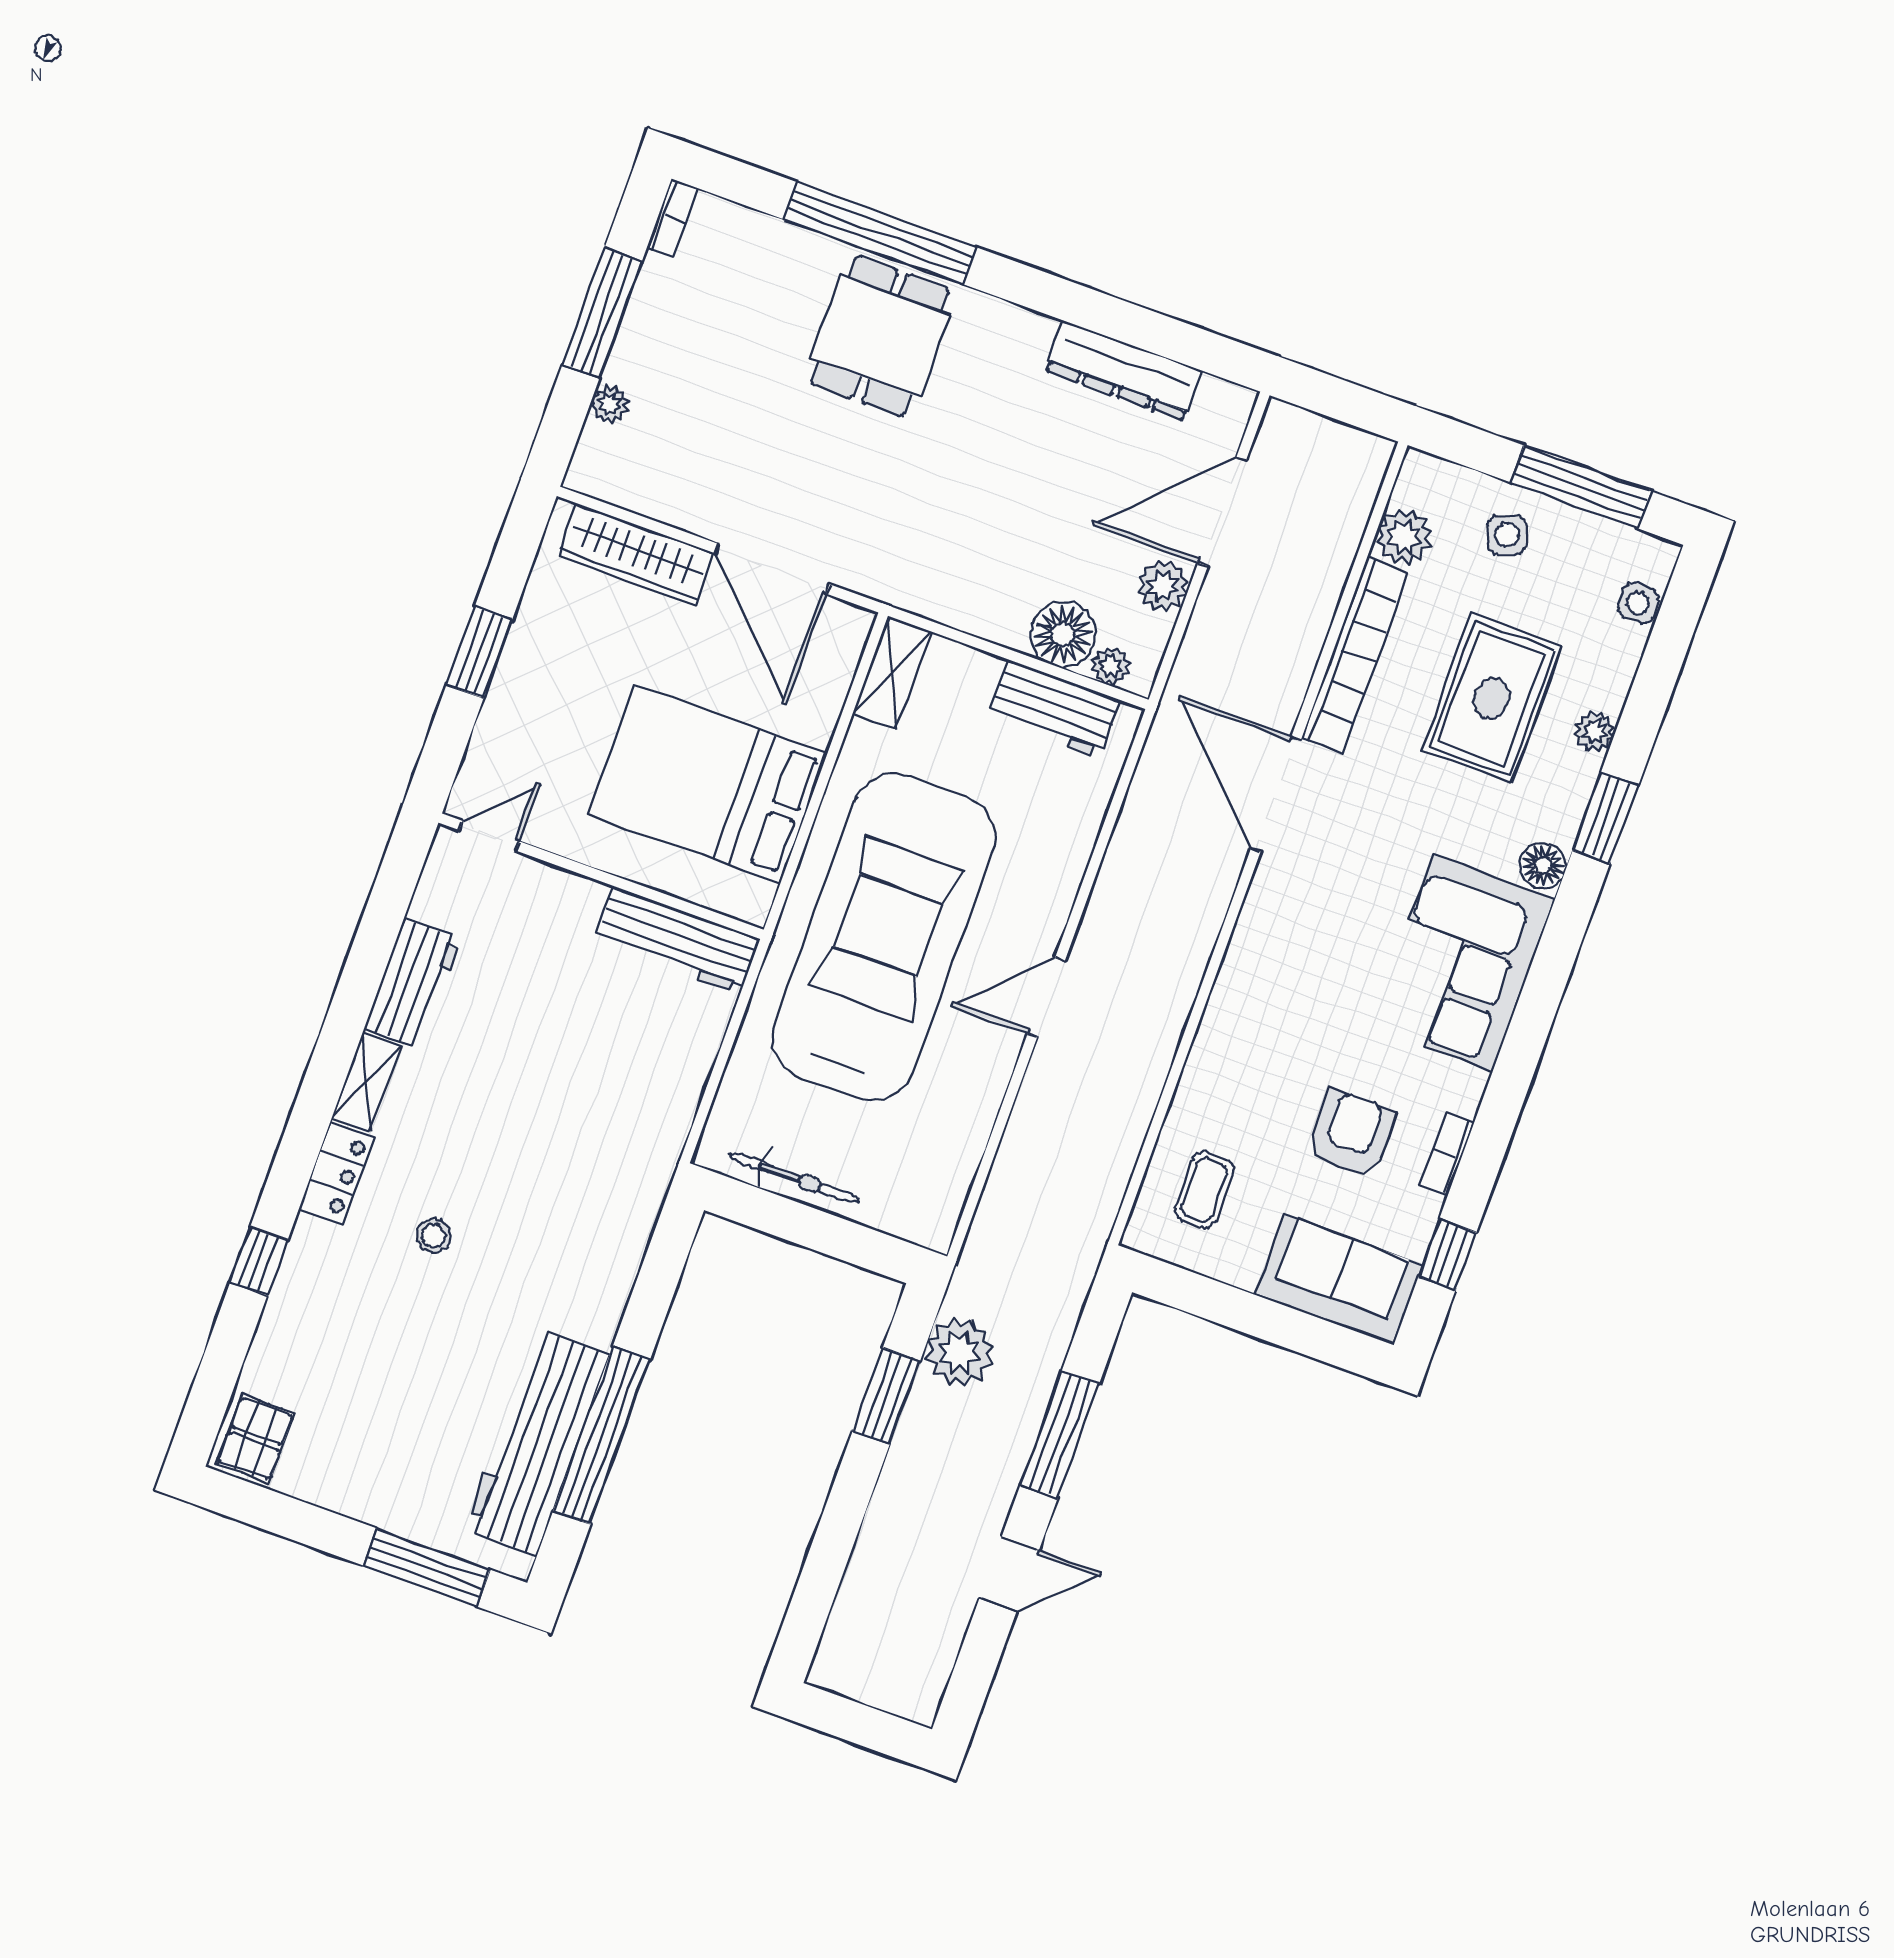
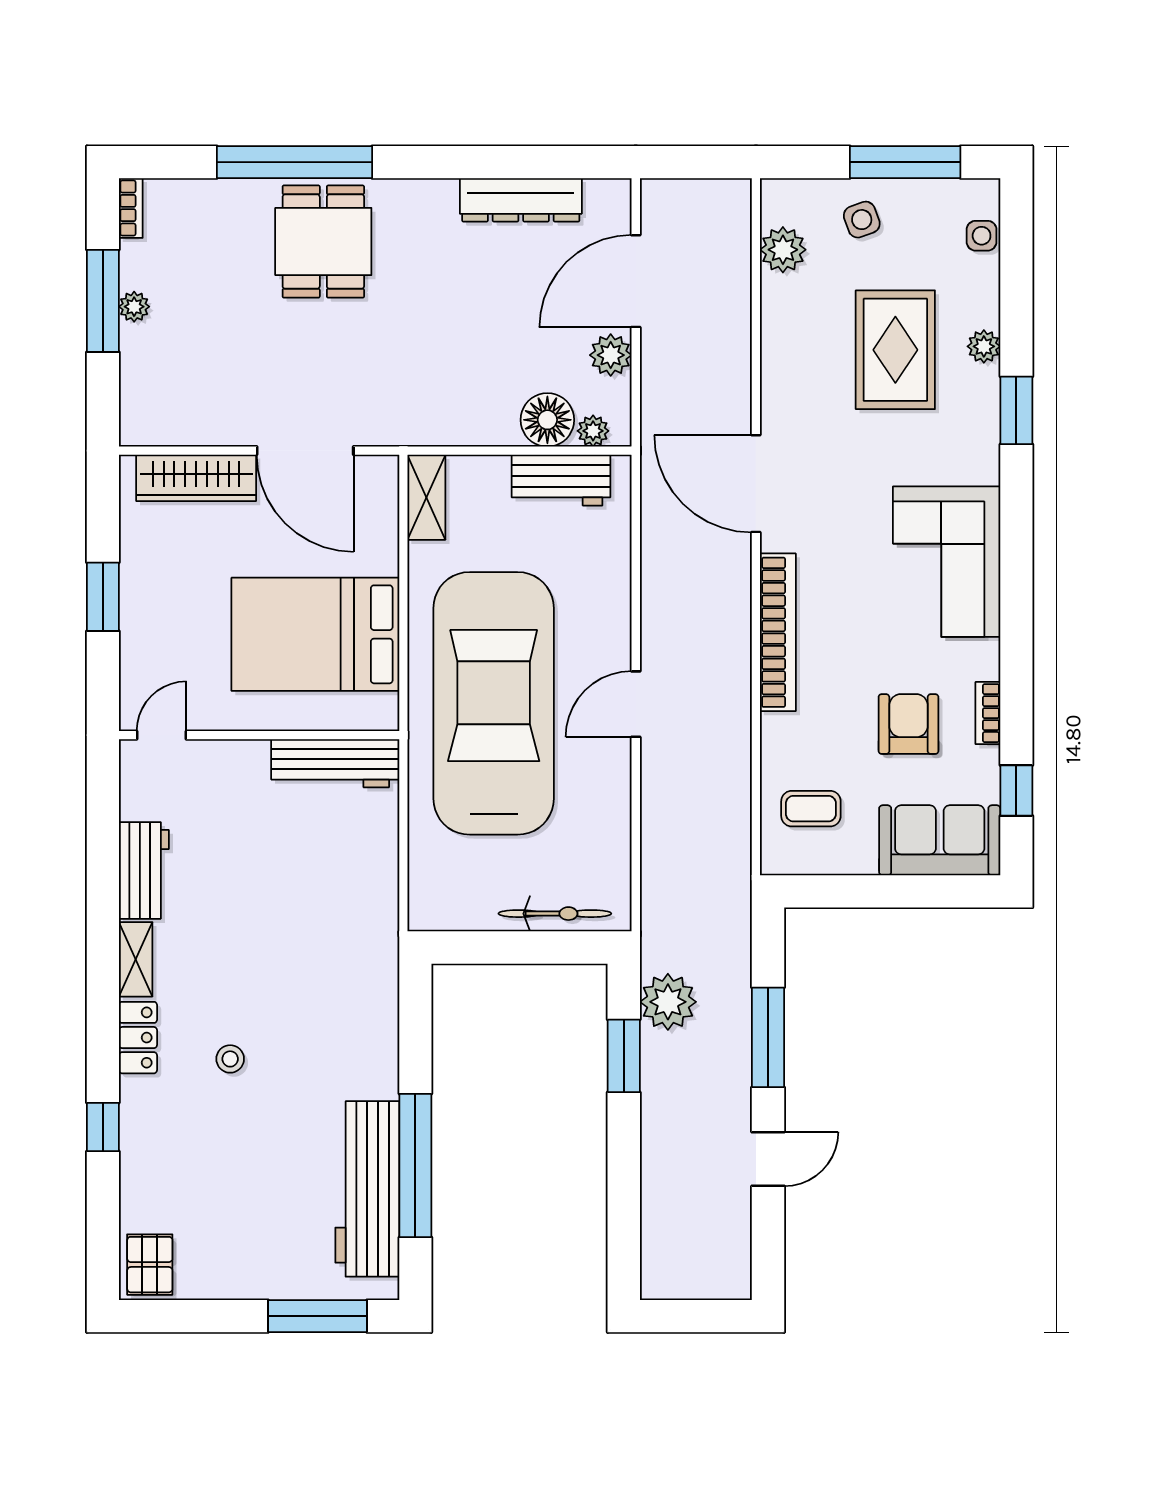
plant: (610, 404) -> (134, 307), moved
bookcase: (1355, 655) -> (778, 632), moved
floor lamp: (1543, 865) -> (982, 464), removed
bicycle: (794, 1178) -> (555, 914), moved
coffee table: (1204, 1190) -> (811, 809), turned 90

